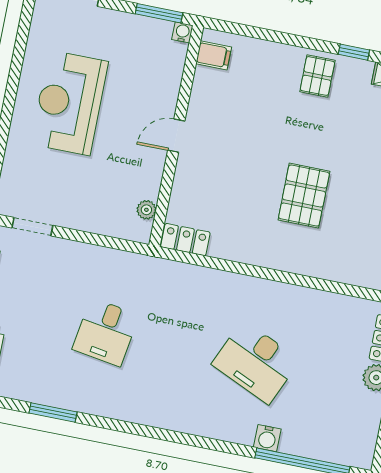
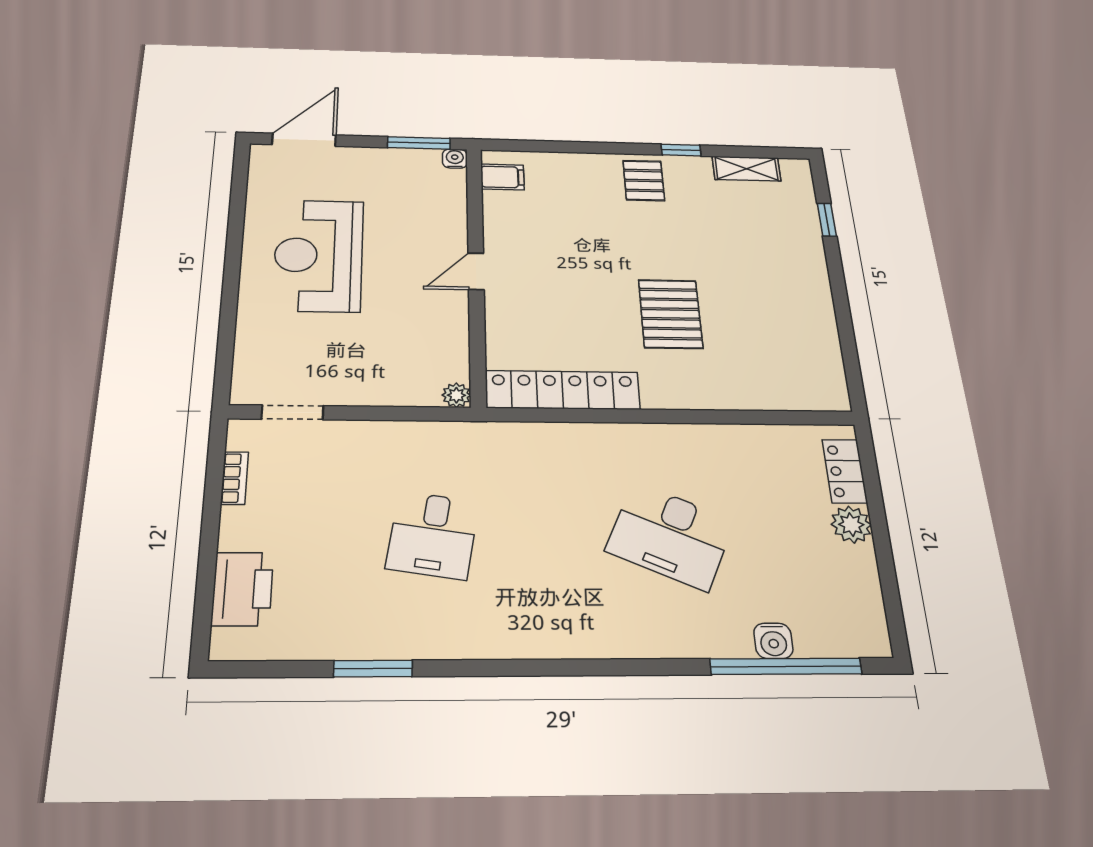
plant: (146, 210) -> (456, 395), moved
locker: (185, 240) -> (563, 390), width x2.16, depth x1.21
water cooler: (267, 438) -> (773, 641), moved

